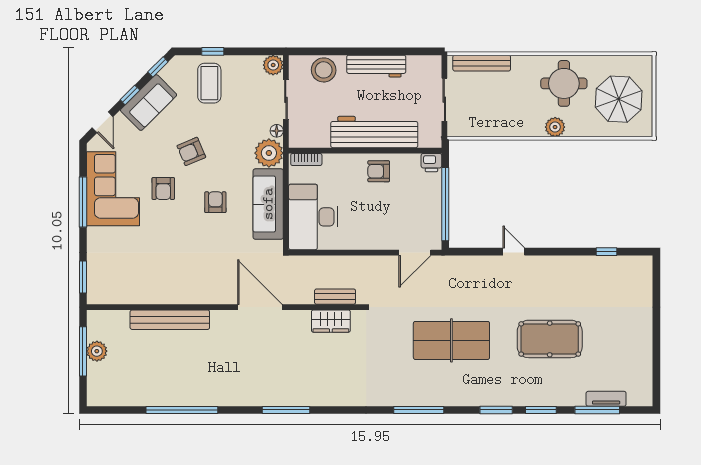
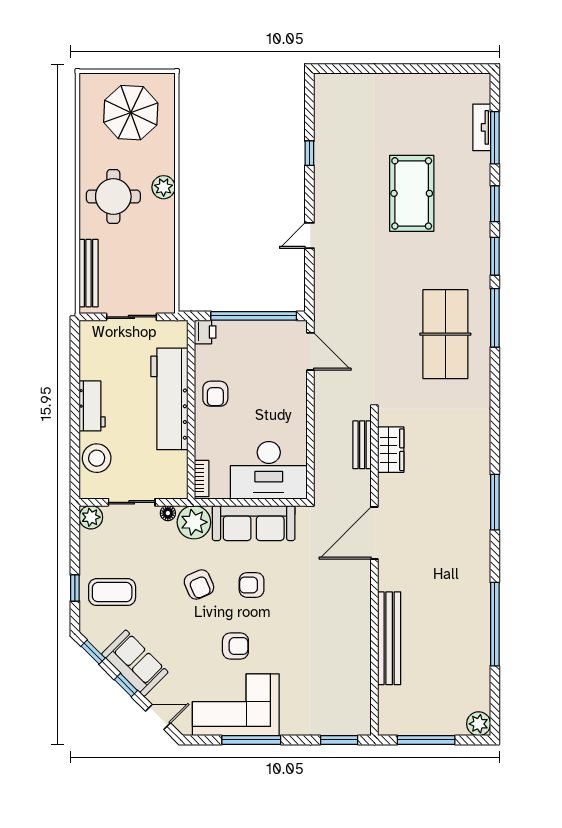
workbench: (376, 66) -> (92, 406), width x0.73
round table: (564, 83) -> (113, 197), moved
armchair: (191, 151) -> (199, 585), moved
window: (606, 252) -> (309, 153), moved
table tennis table: (451, 340) -> (445, 334), moved
plant: (97, 351) -> (479, 724), moved
window: (419, 410) -> (495, 318), moved

